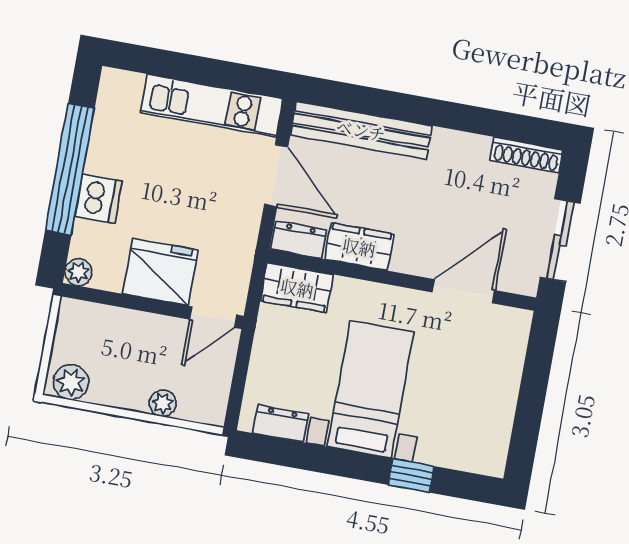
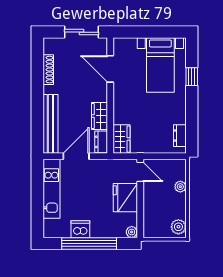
shoe rack: (526, 155) -> (48, 70), moved
dishwasher: (99, 199) -> (80, 229), moved
bed with nightstands: (371, 389) -> (160, 65), moved, turned -90

